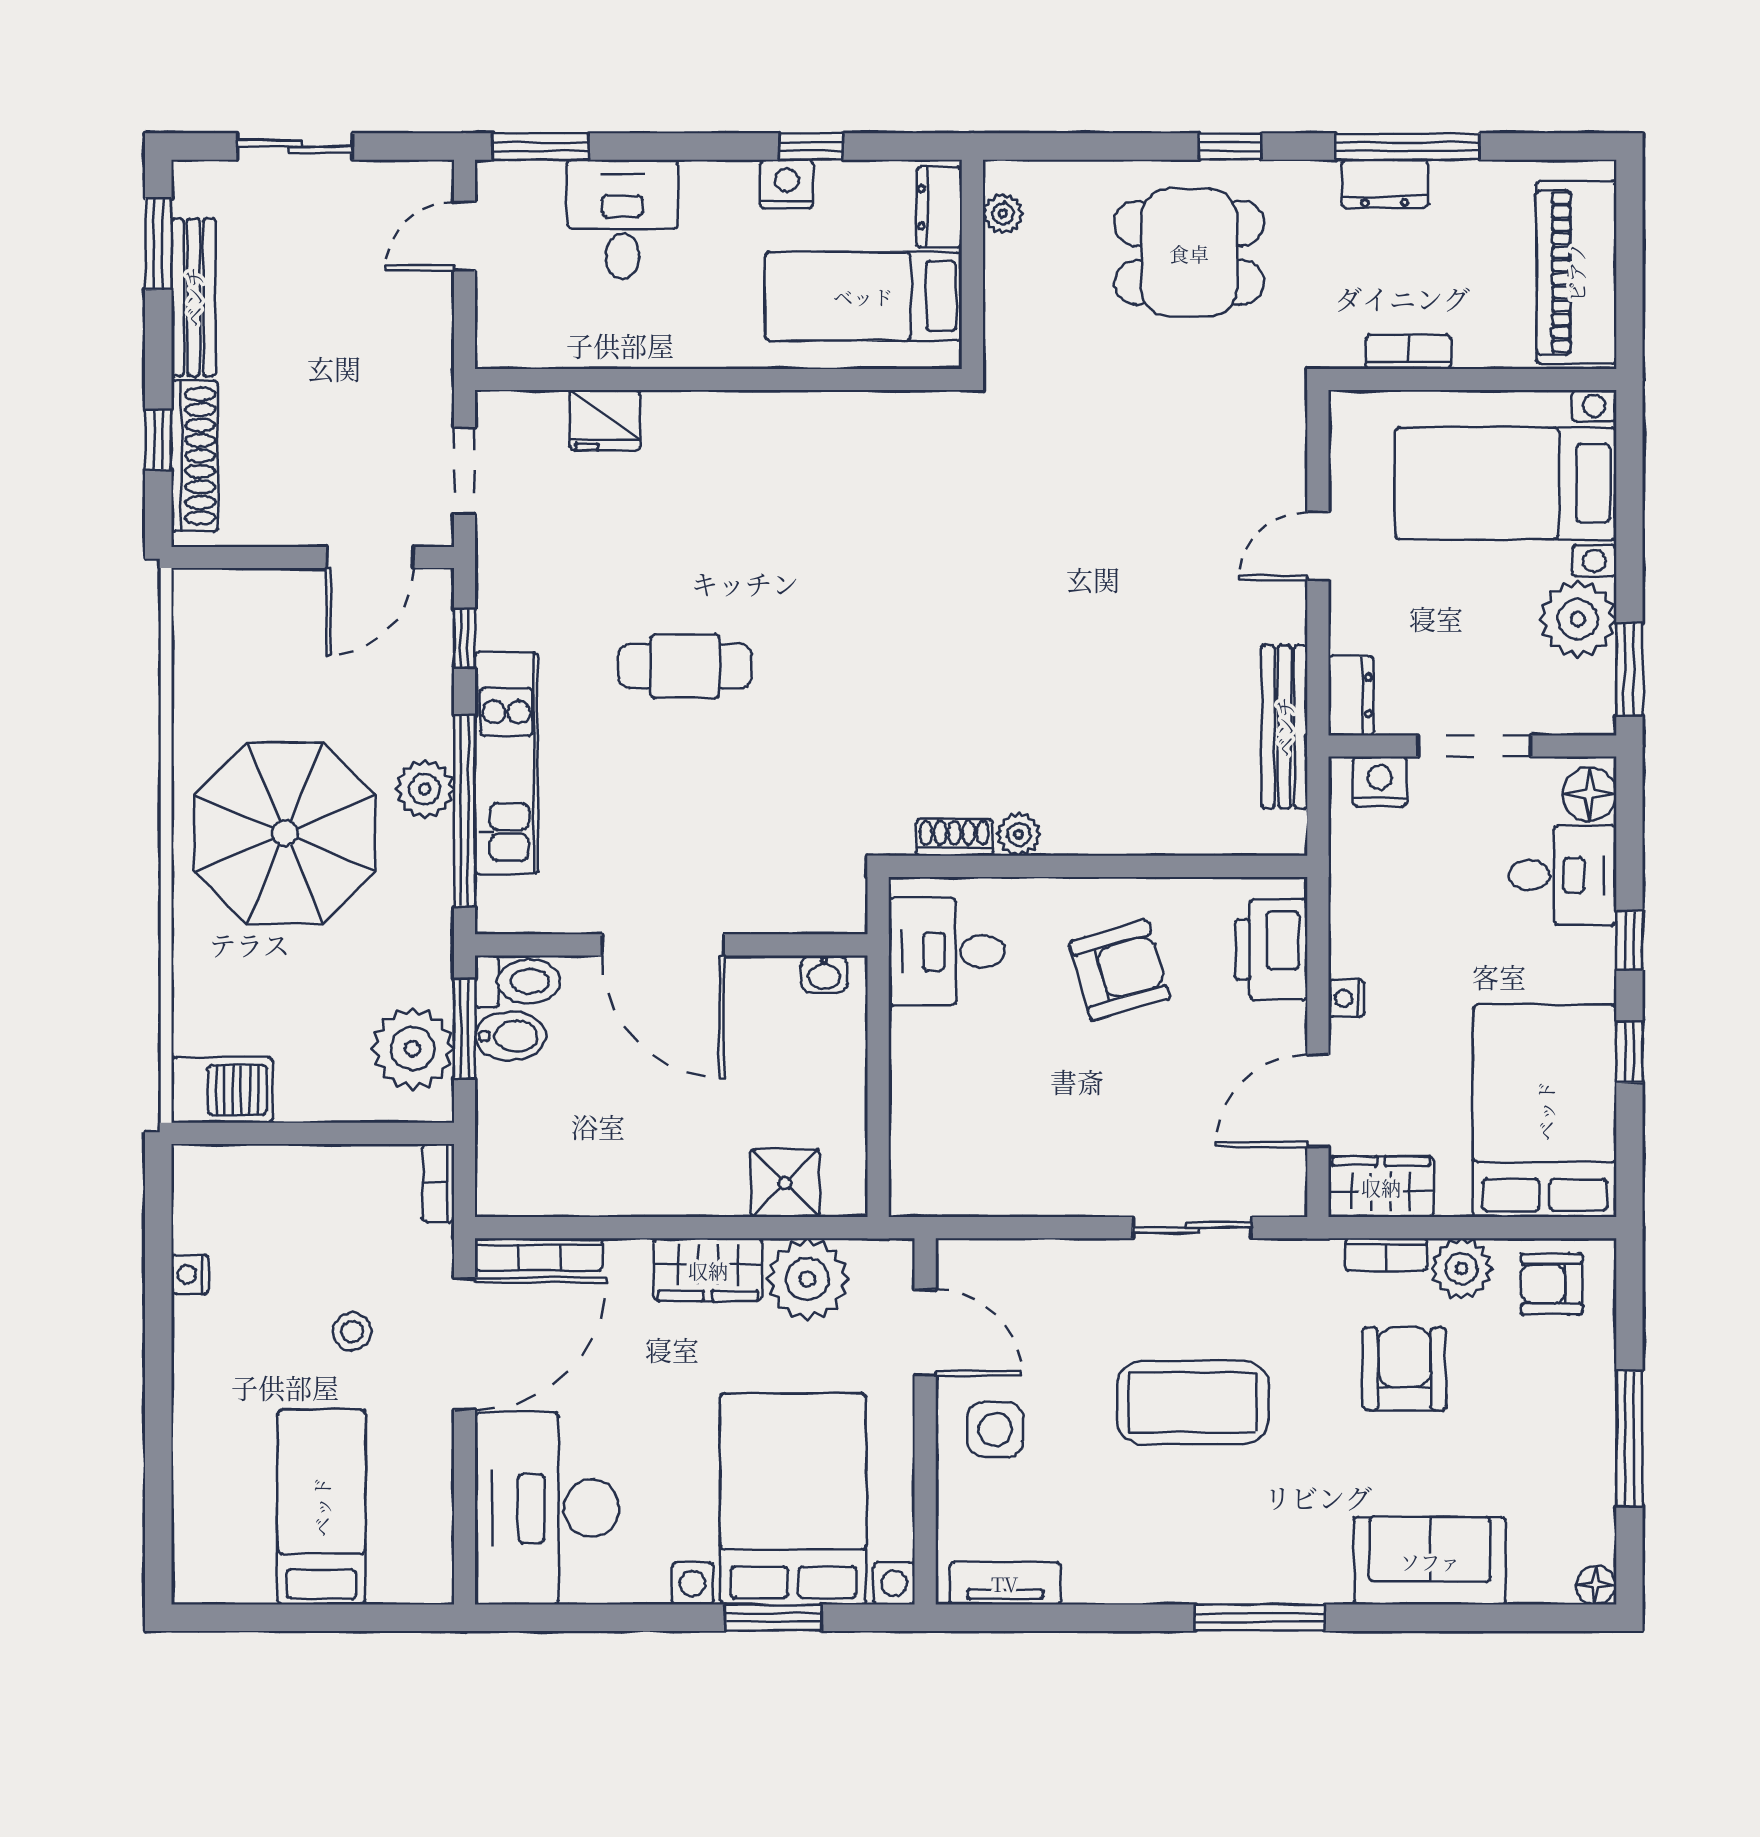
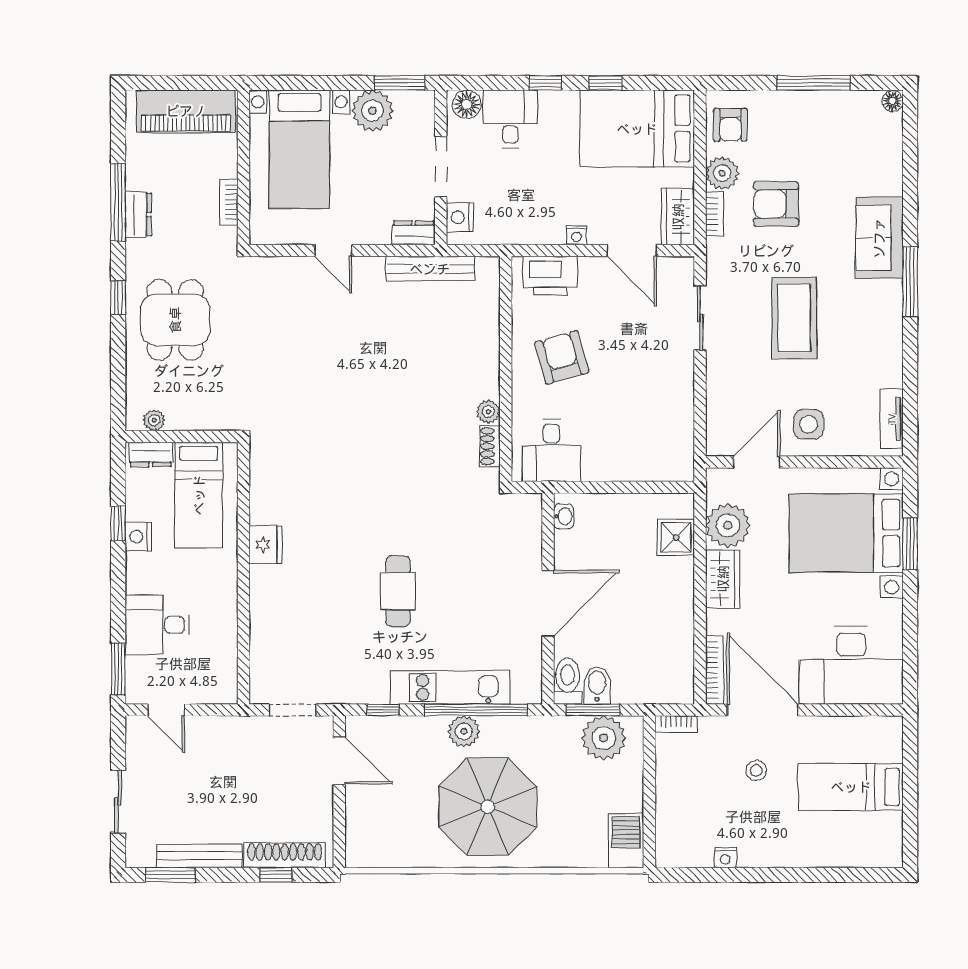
fridge: (605, 420) -> (266, 545), moved
sofa: (1430, 1561) -> (879, 238), moved

